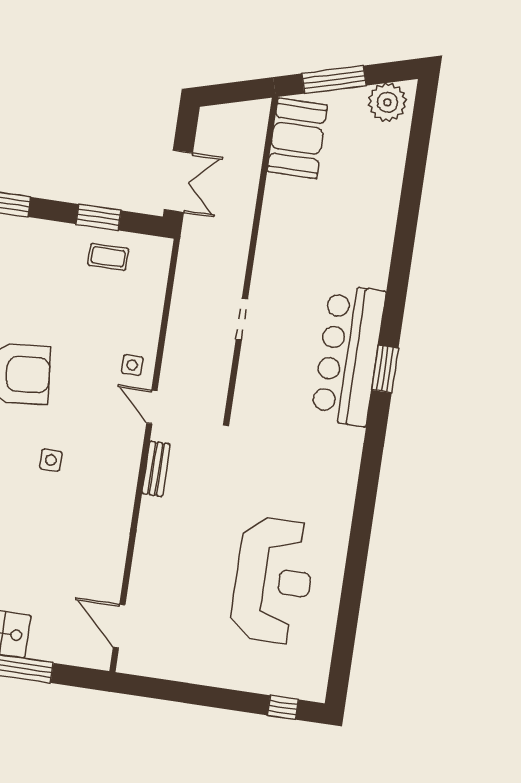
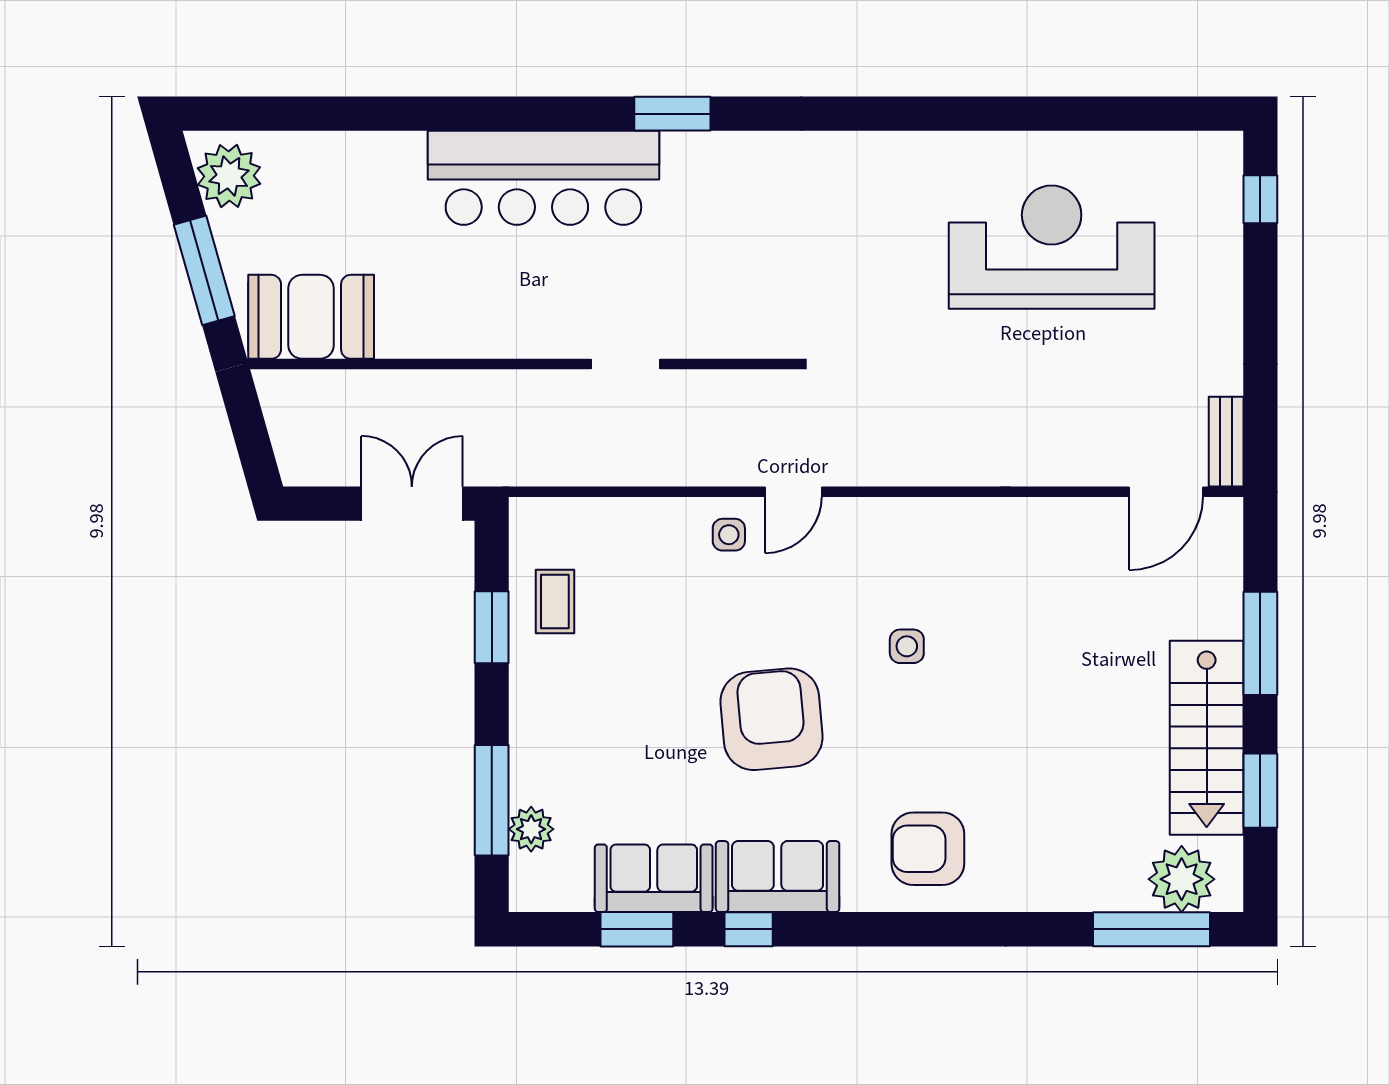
bar counter: (348, 355) -> (543, 178), moved
bench: (156, 469) -> (1226, 442), moved, turned 90

